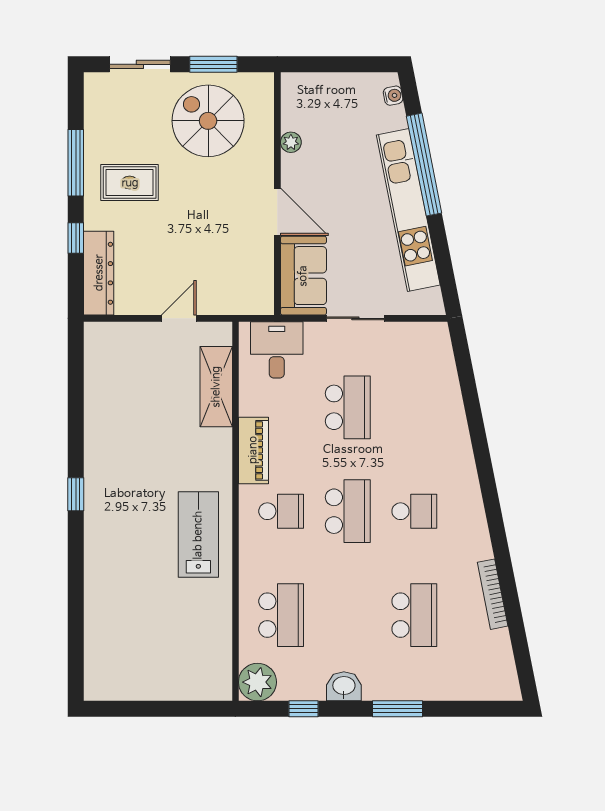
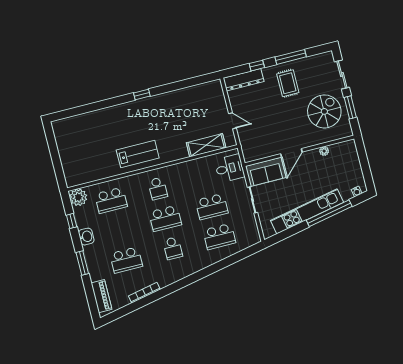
school desk: (414, 407) -> (219, 236), added
piano: (253, 450) -> (101, 296), moved, turned -90

